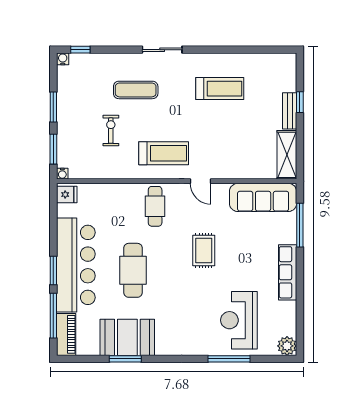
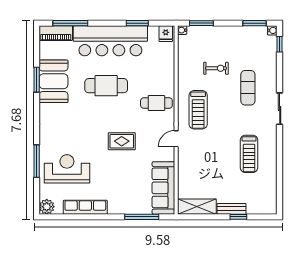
window: (53, 107) -> (254, 23), moved
window: (53, 270) -> (137, 23), moved
row of seats: (288, 272) -> (85, 207), moved

